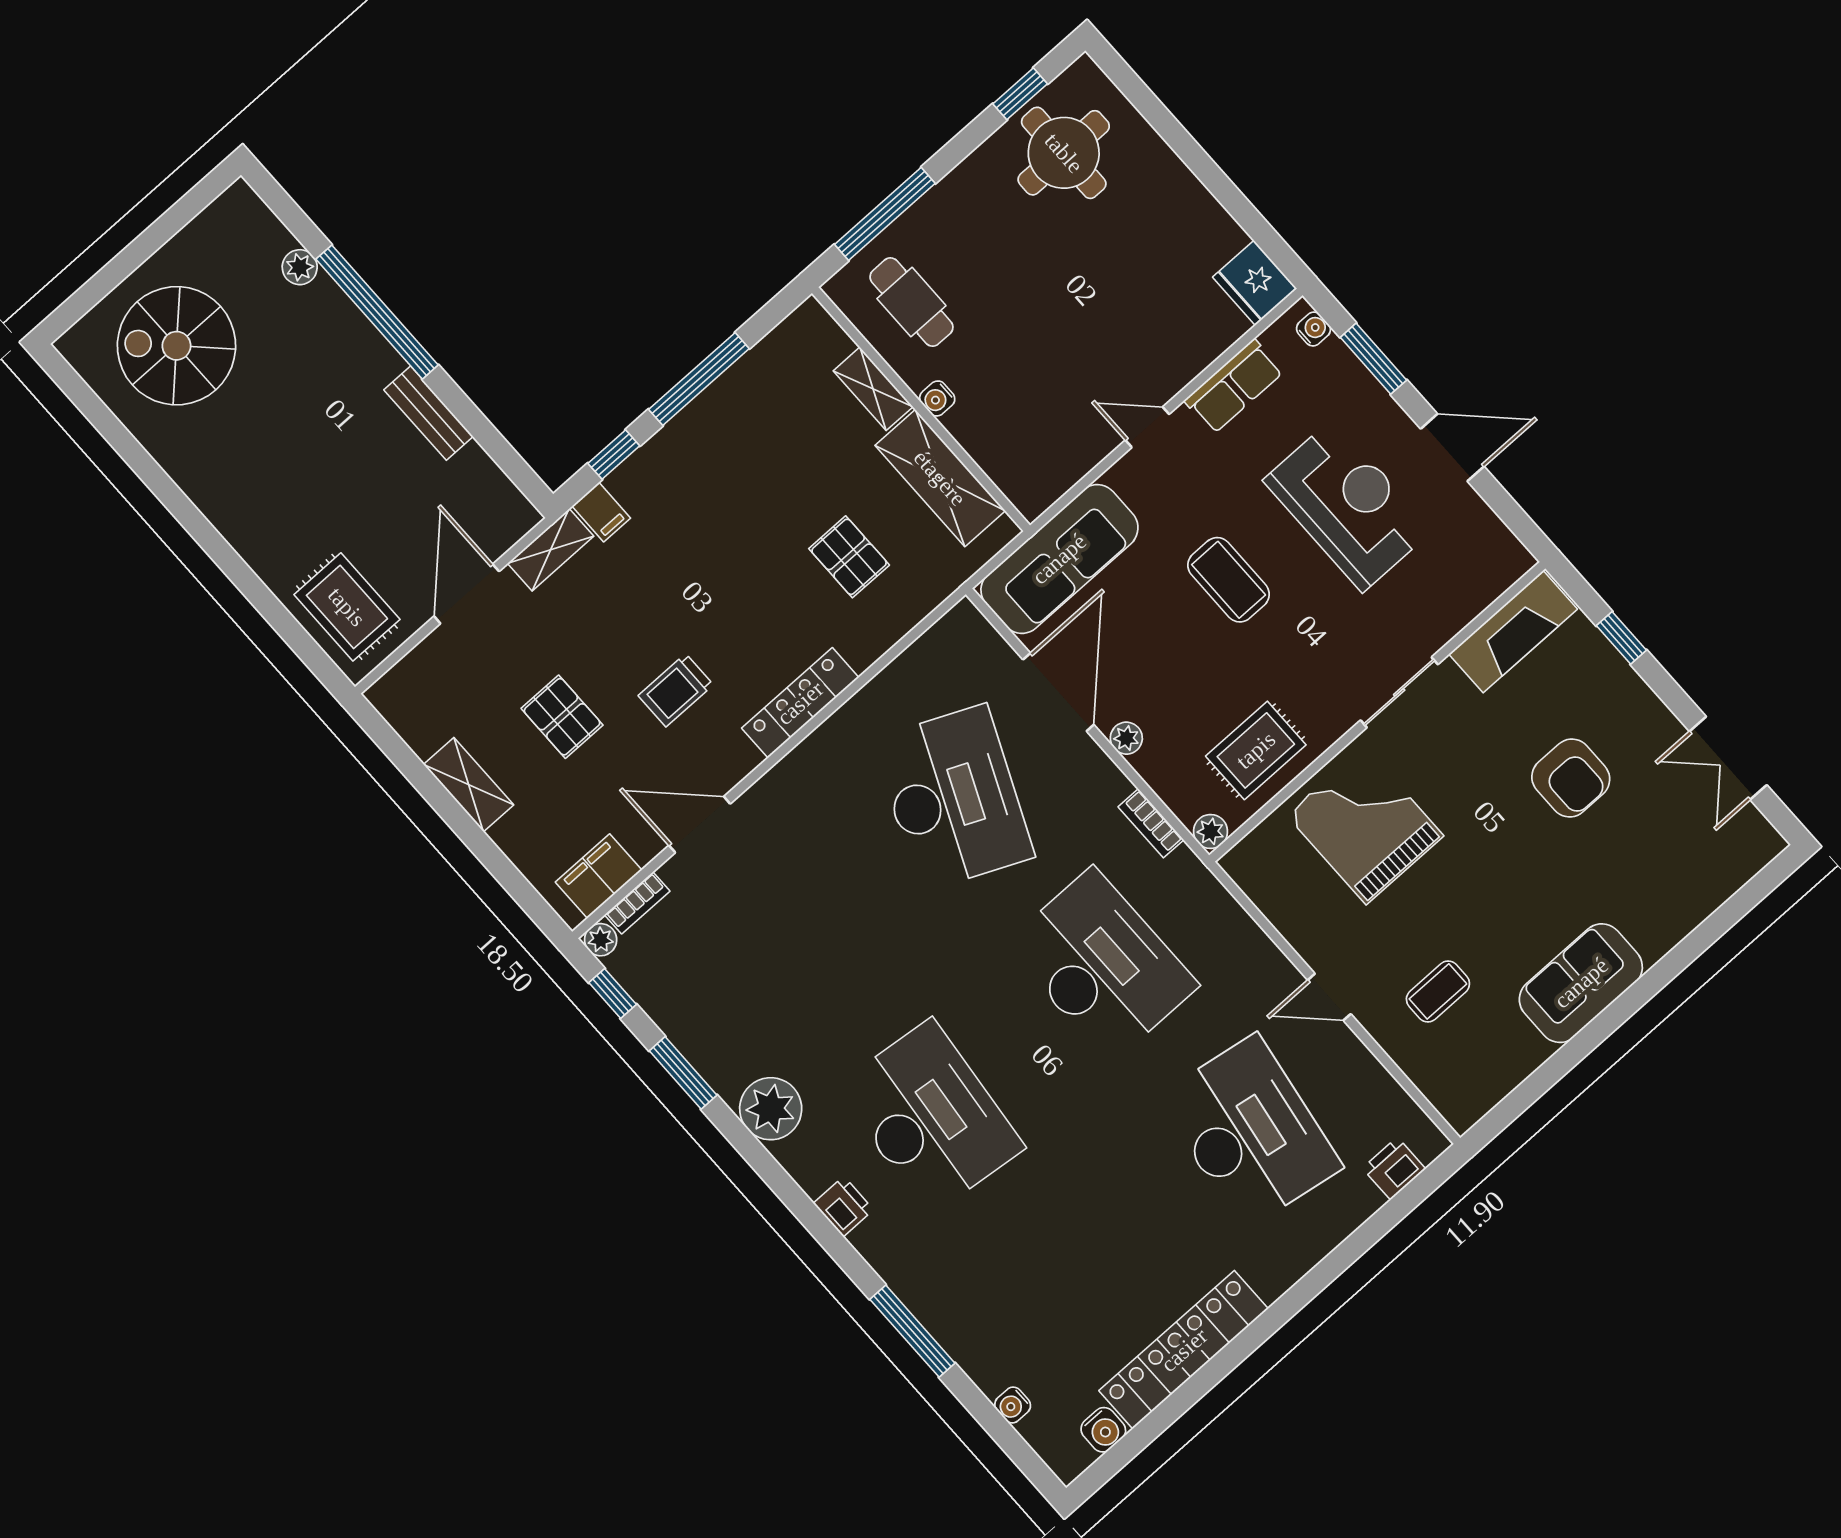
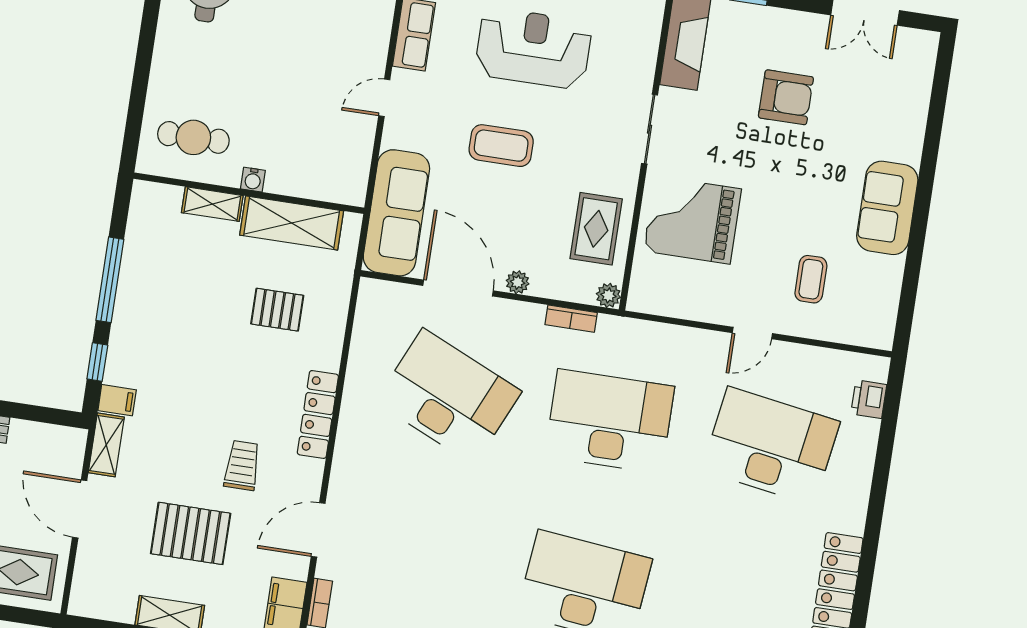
window: (885, 214) -> (137, 100), removed
trolley: (676, 690) -> (242, 465), turned 180
pallet: (562, 717) -> (191, 533), width x1.50, depth x1.42

